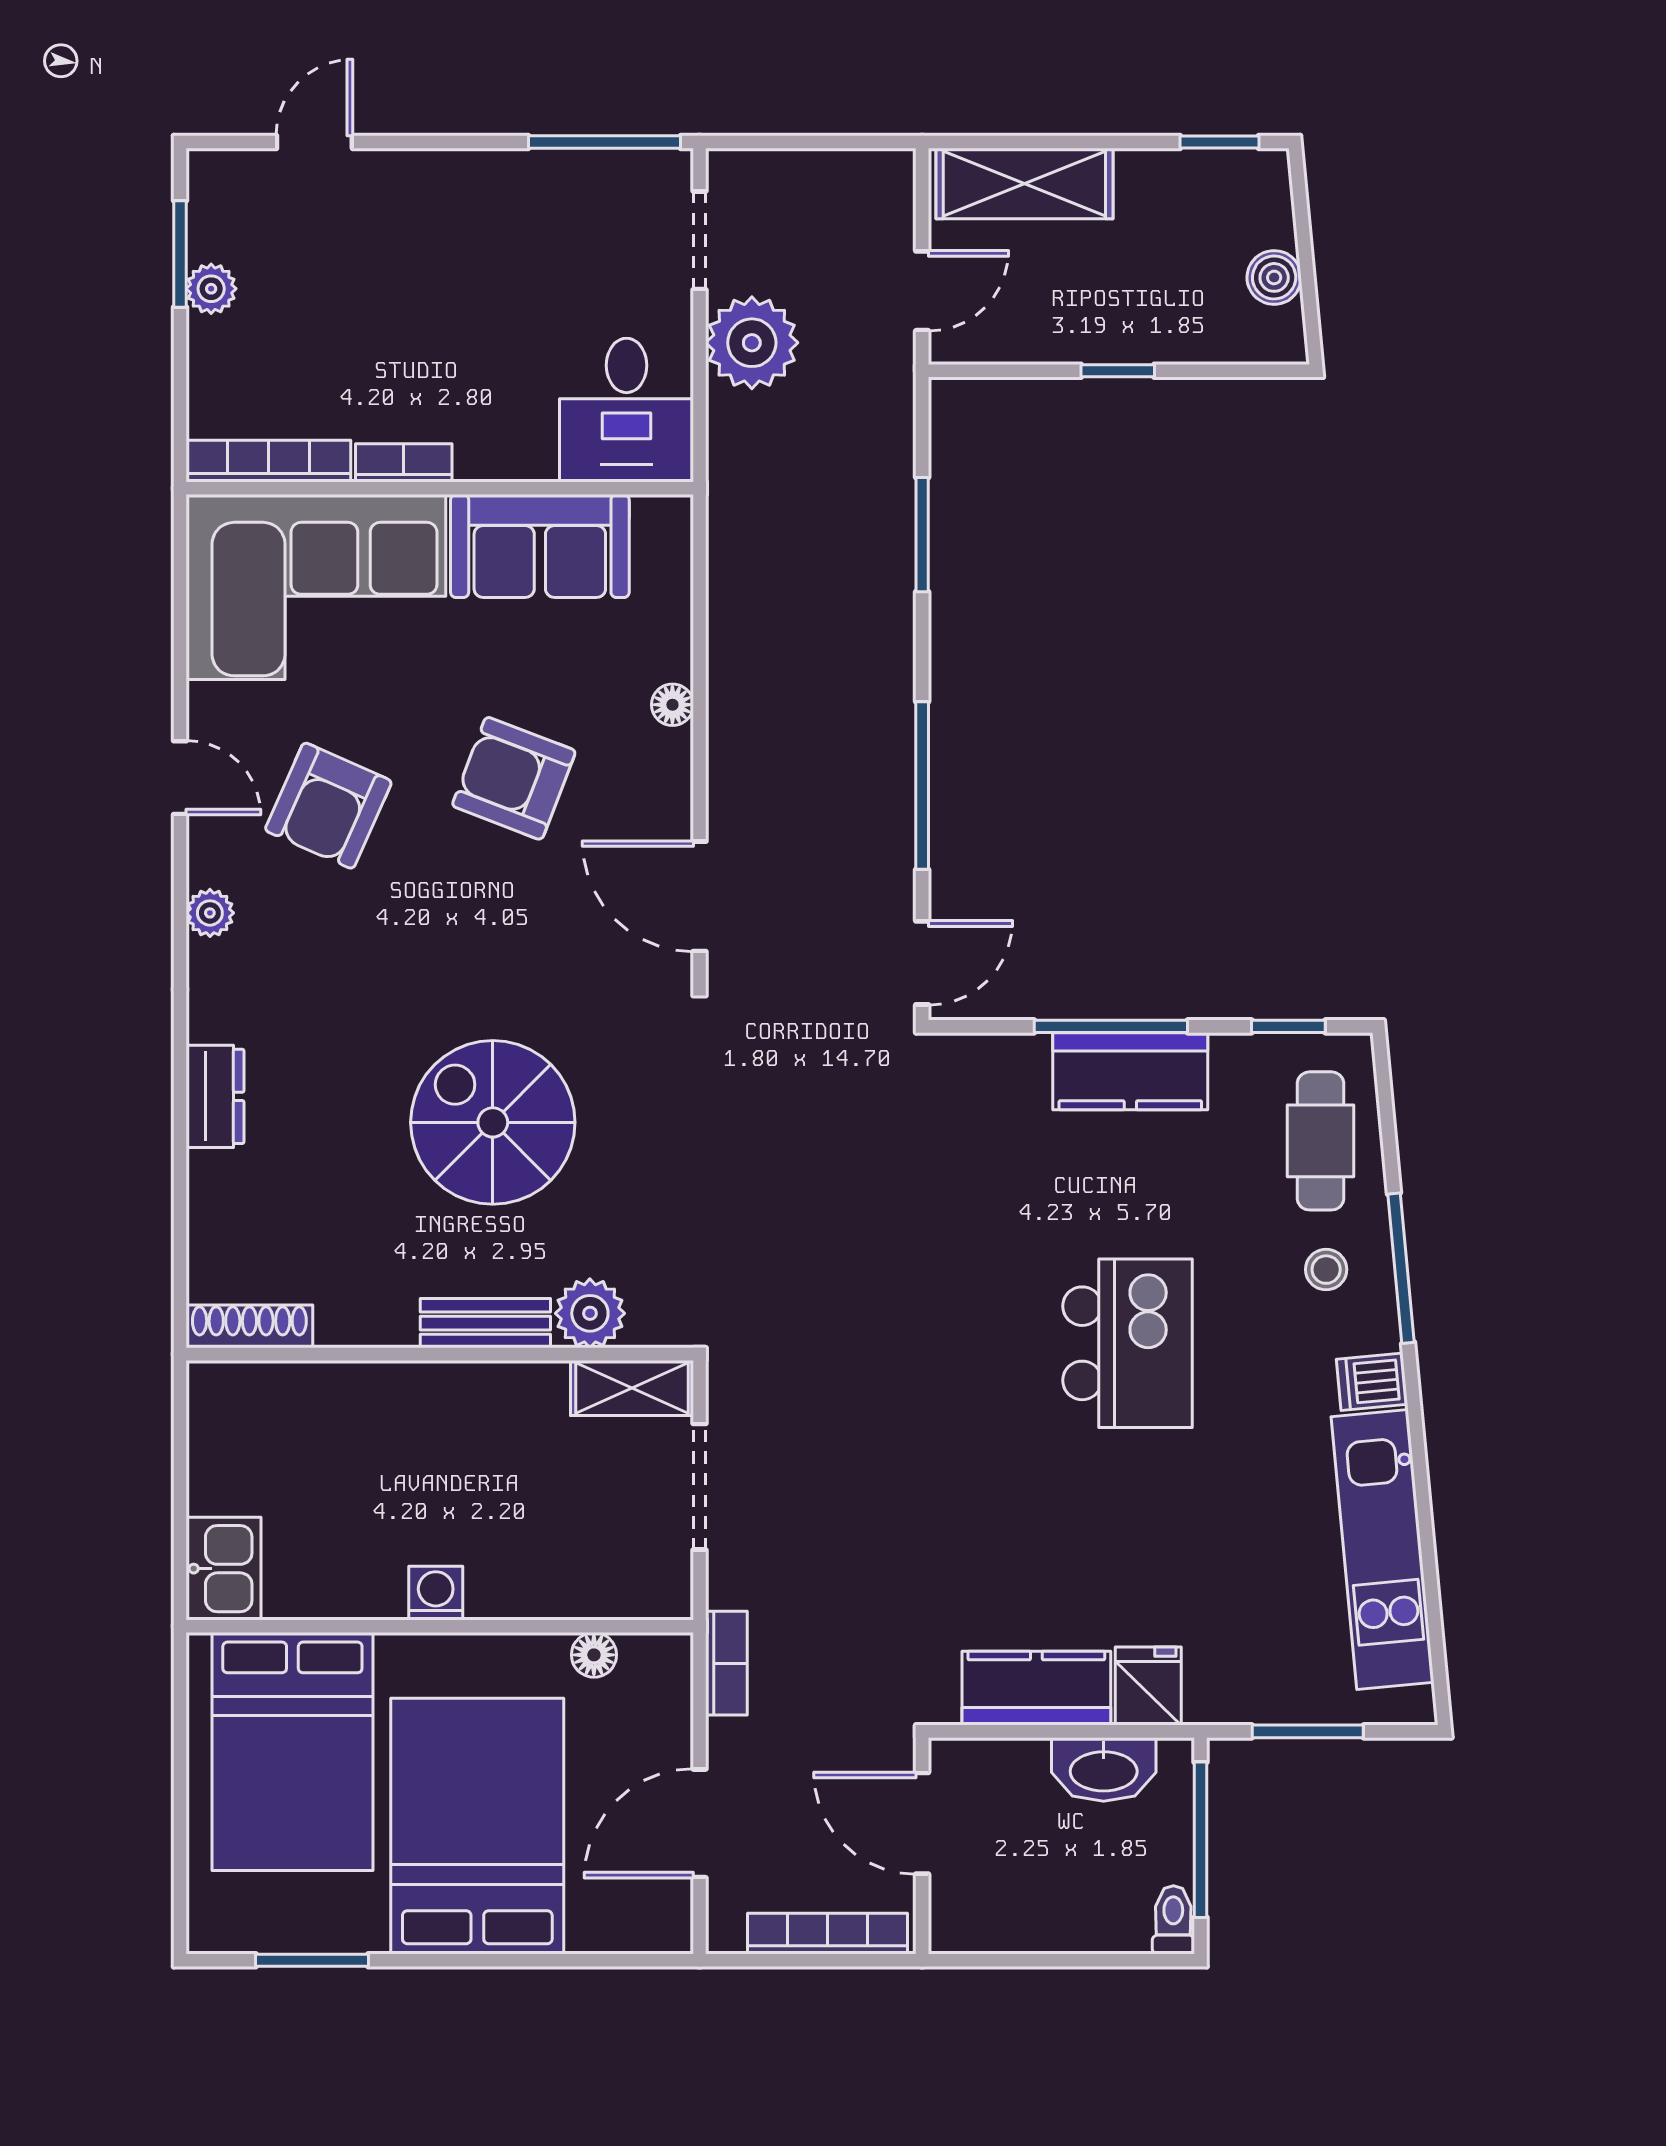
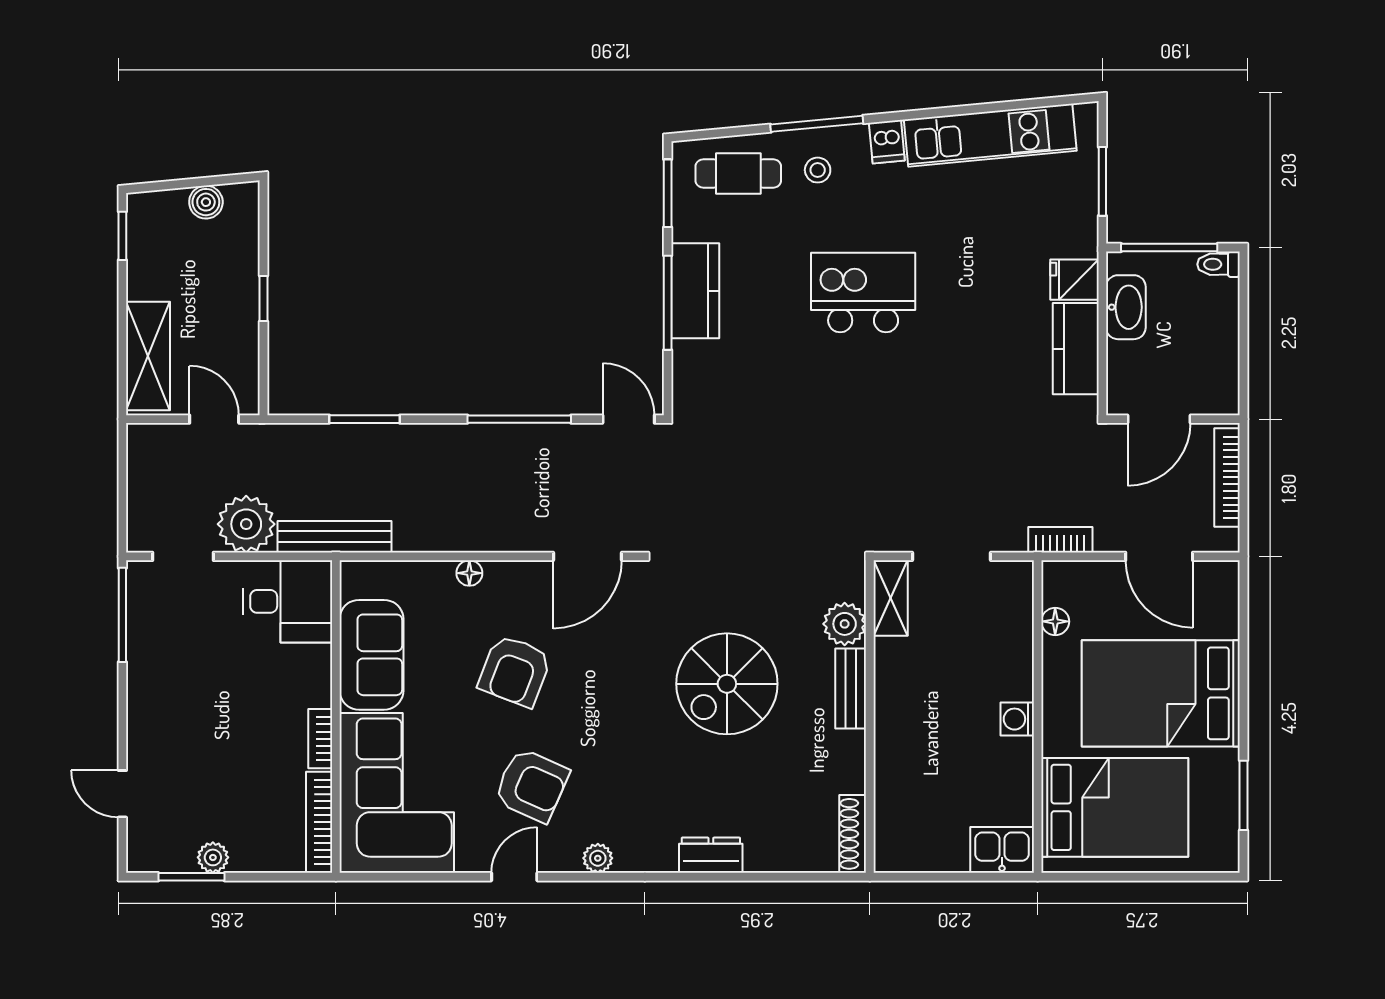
bench: (731, 486) -> (334, 537), added
window: (1288, 1026) -> (668, 193), width x1.50

